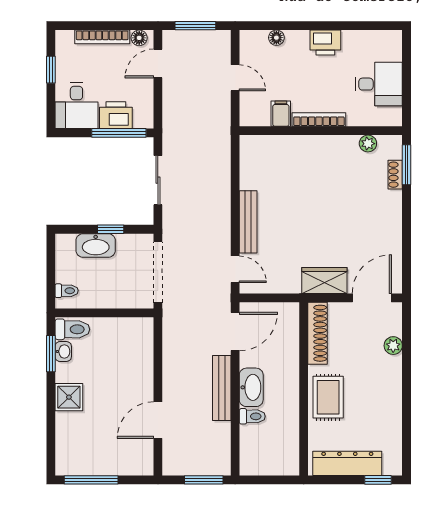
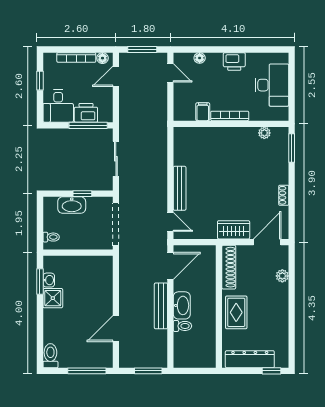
door: (235, 78) -> (170, 73), moved
desk: (379, 84) -> (272, 85), width x1.37
shoe rack: (395, 175) -> (284, 195), moved
toilet: (72, 329) -> (50, 356), moved, turned -90
shower: (69, 397) -> (53, 298), moved
window: (91, 480) -> (87, 371), moved

